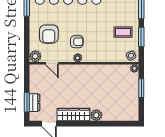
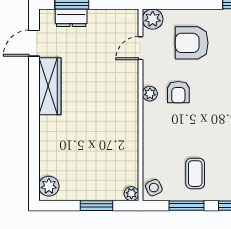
plant: (96, 115) -> (49, 186), moved

